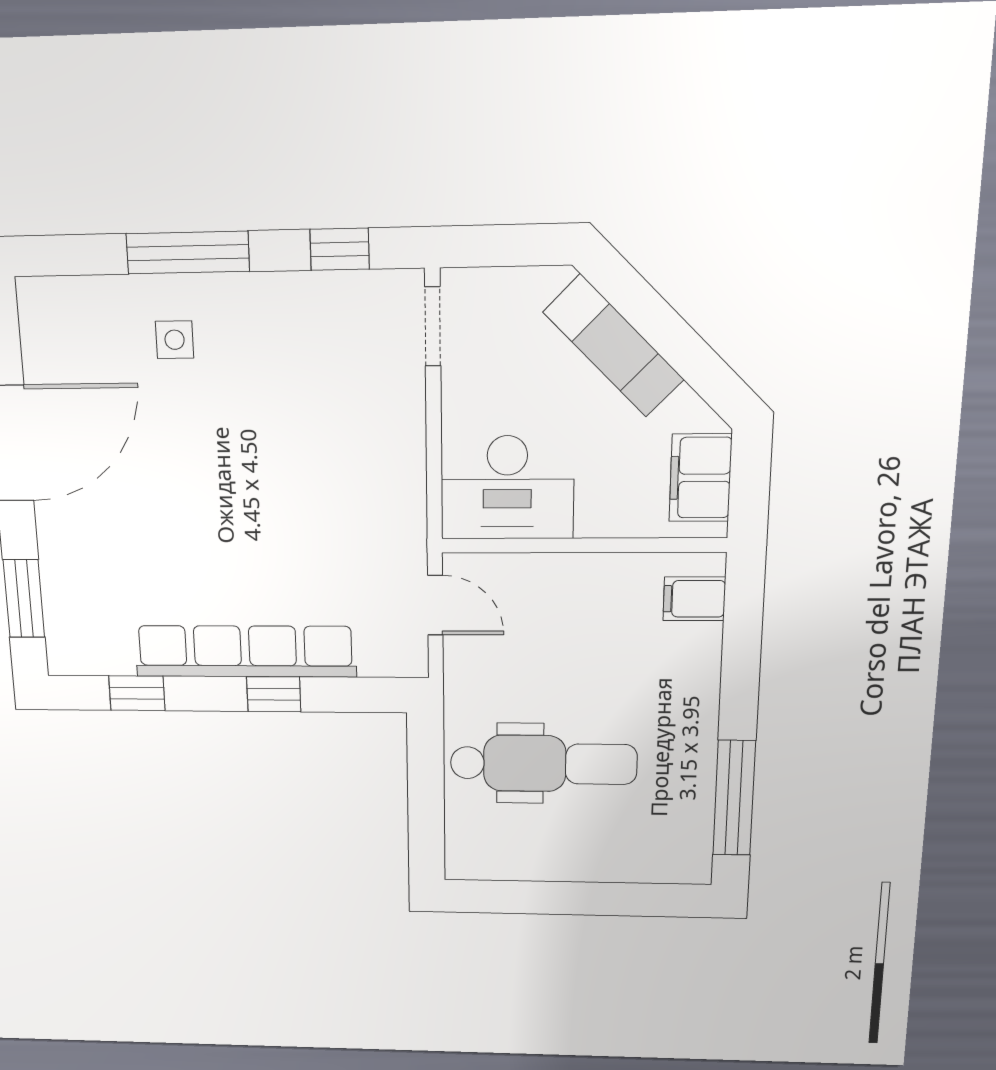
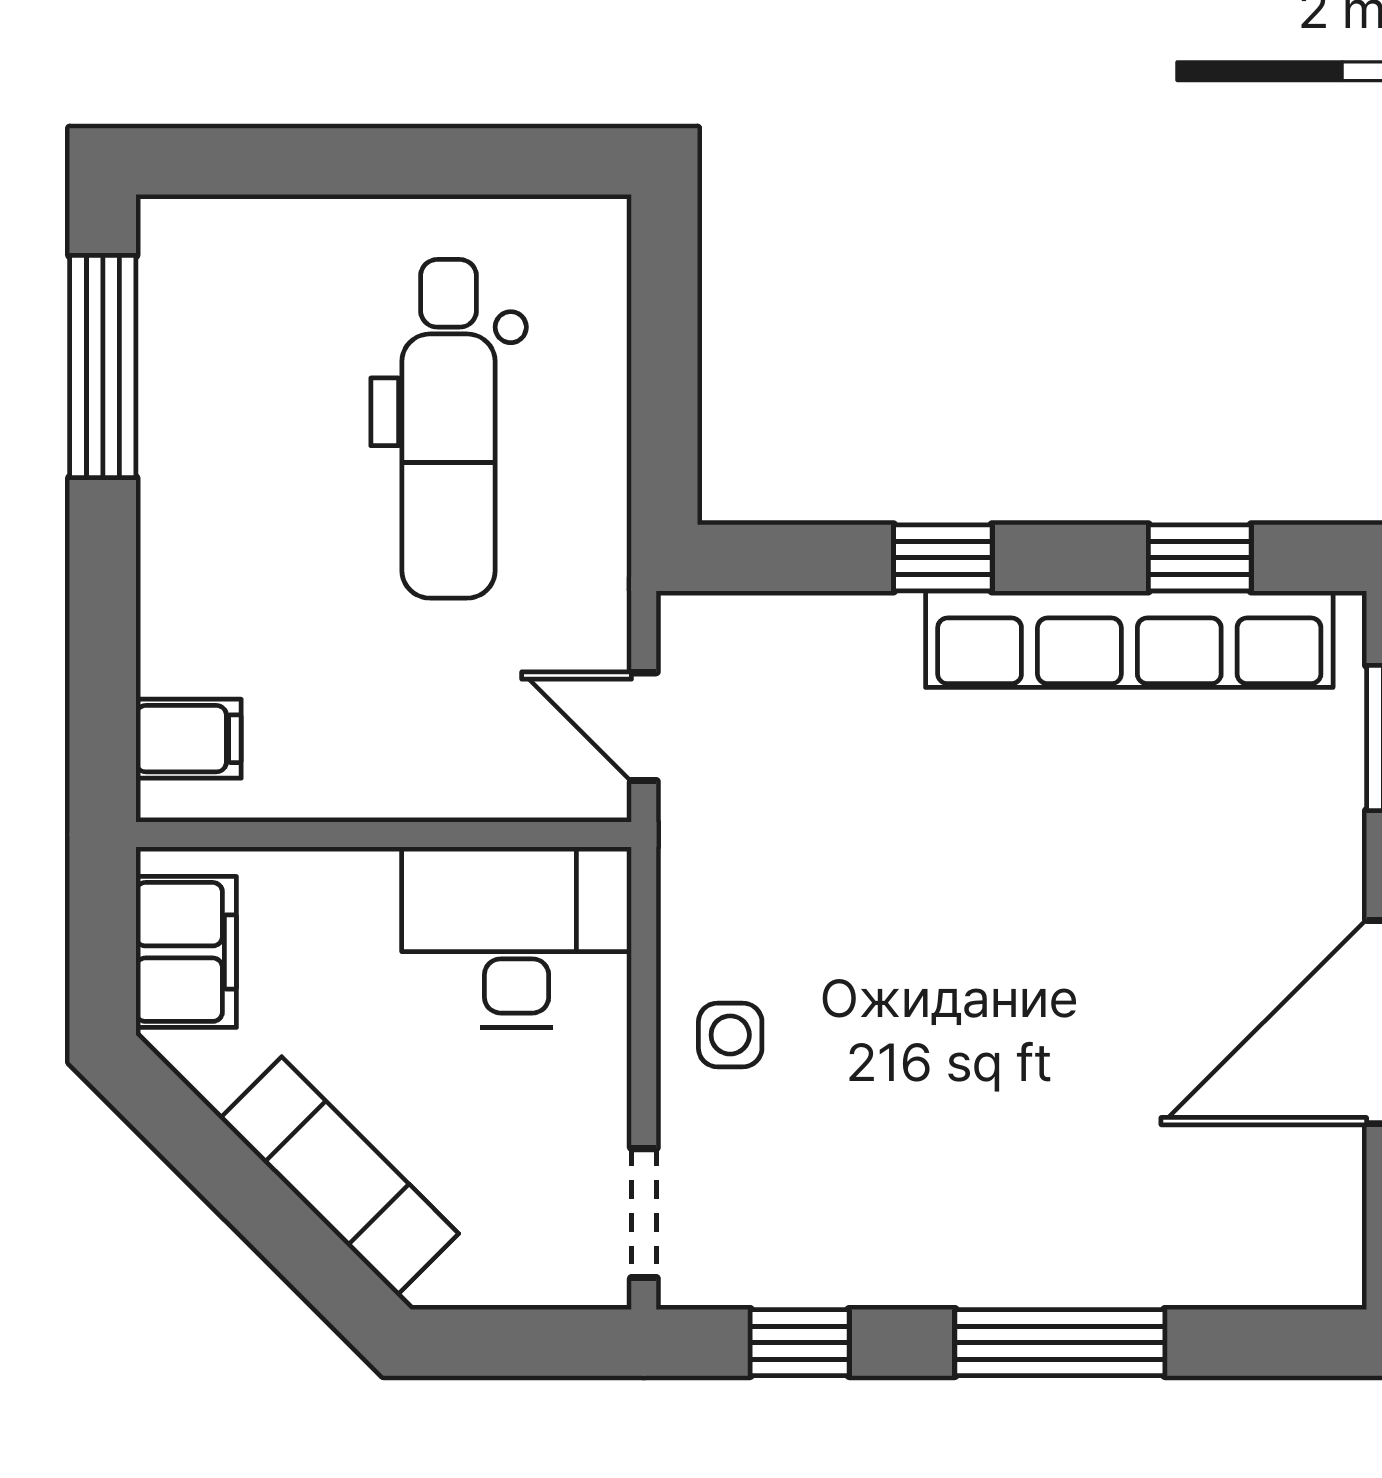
side table: (175, 340) -> (730, 1035), moved
row of seats: (245, 651) -> (1129, 639), moved
dental chair: (543, 764) -> (449, 429), turned -90

